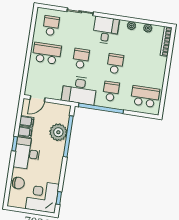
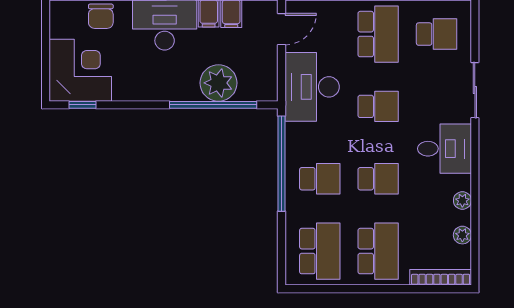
school desk: (149, 69) -> (378, 251), added
desk: (79, 90) -> (312, 87), moved
door: (37, 99) -> (281, 29), swing flipped

